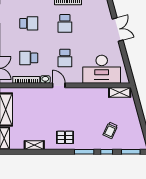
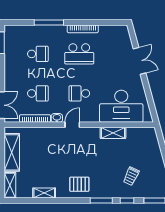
school desk: (65, 23) -> (79, 54), width x1.85
school desk: (29, 58) -> (38, 93), turned 180
school desk: (65, 58) -> (79, 93), turned 90
door: (59, 85) -> (72, 125), hinge flipped
shelving: (120, 92) -> (113, 133), moved

